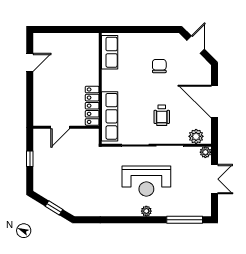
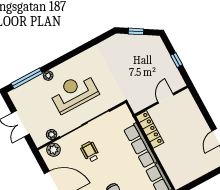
row of seats: (110, 116) -> (140, 146), moved
plant: (205, 152) -> (52, 135), moved
plant: (146, 211) -> (48, 76), moved

